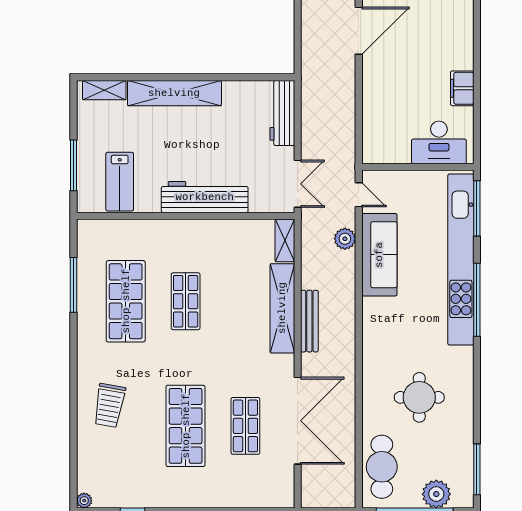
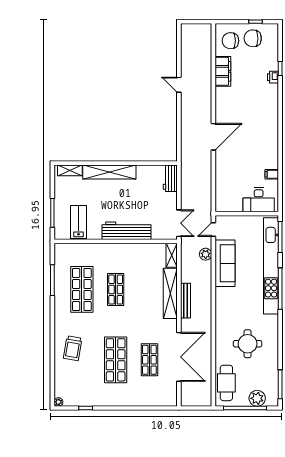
filing cabinet: (462, 88) -> (272, 174), width x0.50
workbench: (282, 113) -> (170, 178), width x0.73
lab bench: (120, 182) -> (78, 222), turned 180
door: (359, 195) -> (213, 229), swing flipped

